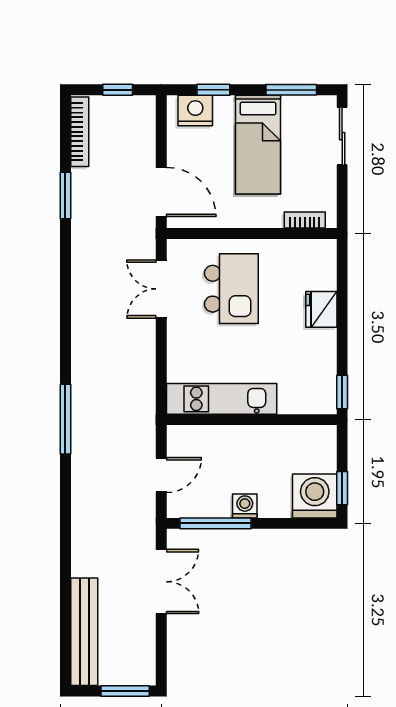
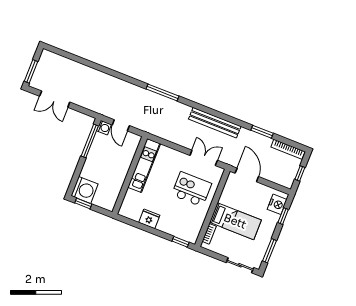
bed: (258, 145) -> (235, 221), moved, turned 180
door: (161, 192) -> (247, 175), swing flipped
kitchen island: (231, 289) -> (191, 189), turned 180
fridge: (321, 309) -> (149, 219), moved
window: (342, 392) -> (181, 242), moved
washing machine: (245, 506) -> (104, 128), moved
double door: (161, 582) -> (55, 99), moved
bench: (84, 632) -> (215, 123), moved

